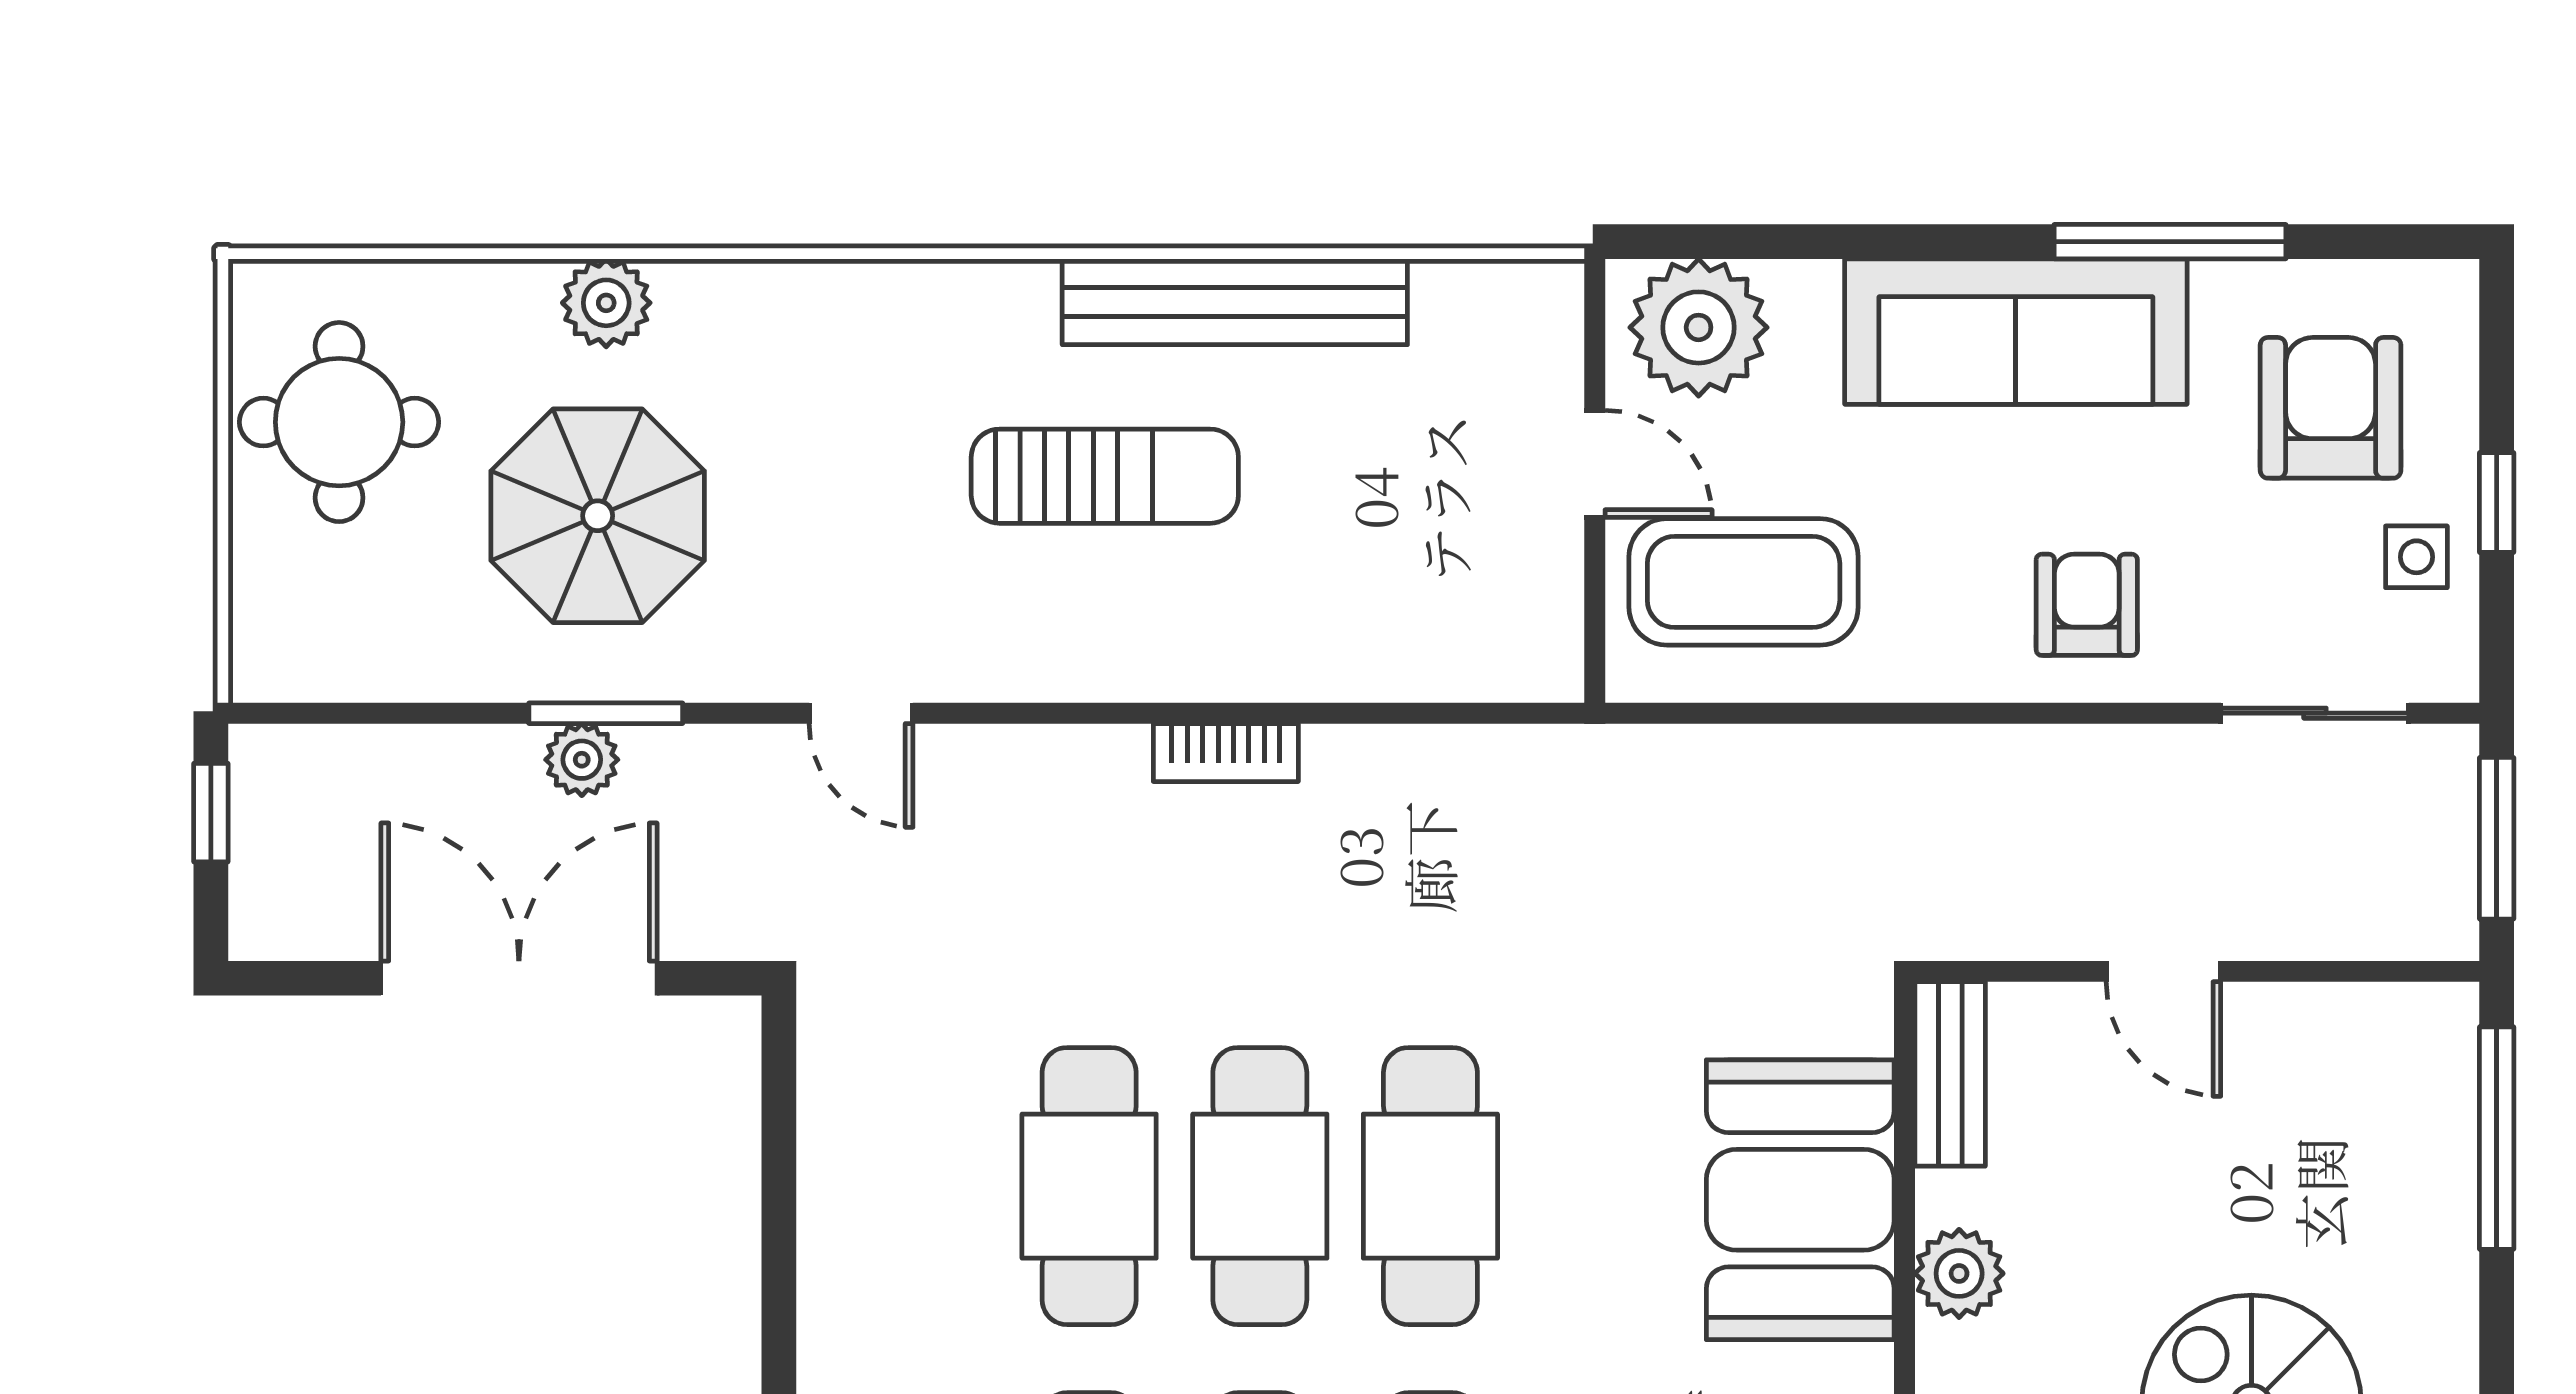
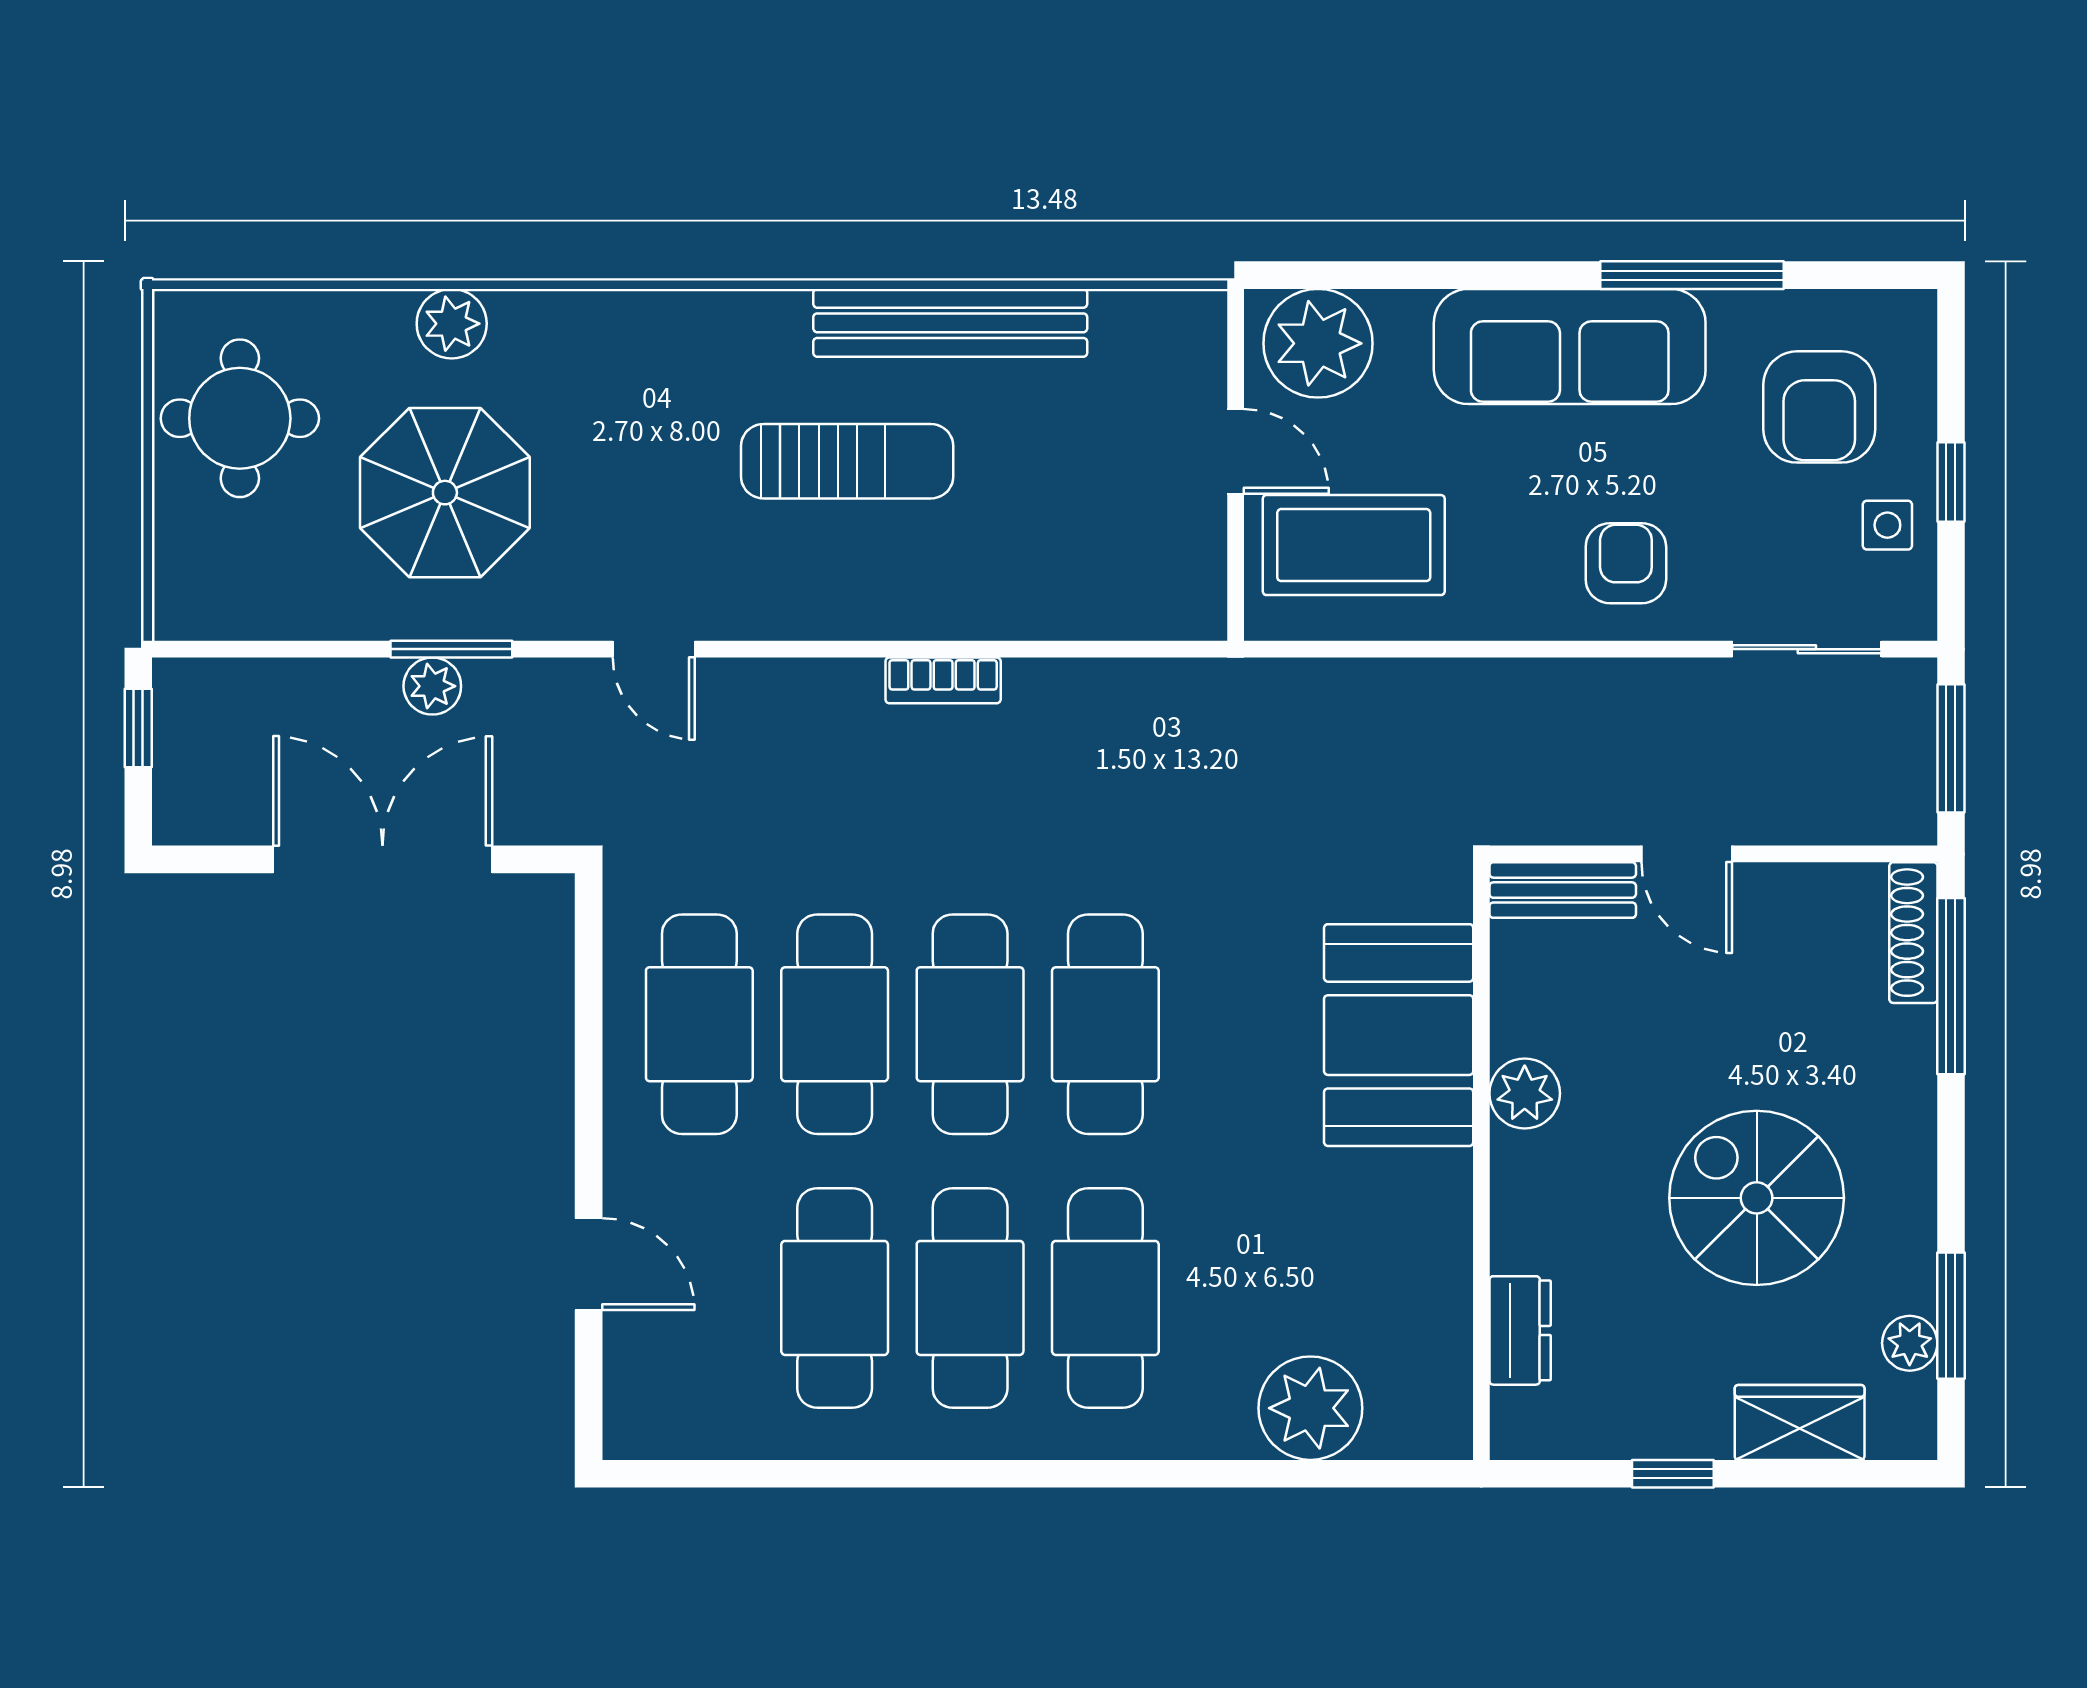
armchair: (2331, 408) -> (1819, 407), turned 180
shoe rack: (2449, 1071) -> (1913, 933), added
bench: (1950, 1074) -> (1563, 890), moved, turned 90
cafe table: (918, 1186) -> (699, 1024), added

